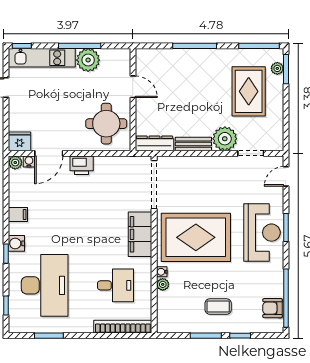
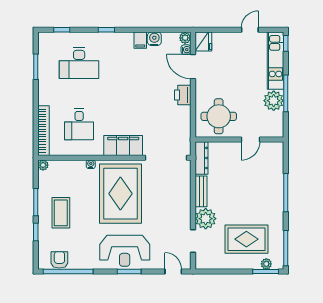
water cooler: (16, 243) -> (154, 39), moved
plant: (163, 284) -> (43, 165), moved
desk: (45, 285) -> (79, 63), width x0.73, depth x0.77
coffee table: (218, 307) -> (61, 213), width x1.36, depth x1.30

